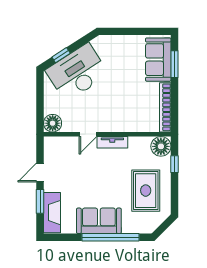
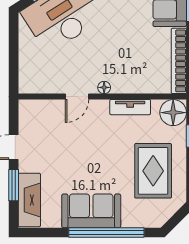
floor lamp: (53, 123) -> (104, 87), moved, width x0.53, depth x0.53
tv unit: (112, 142) -> (130, 107), moved

